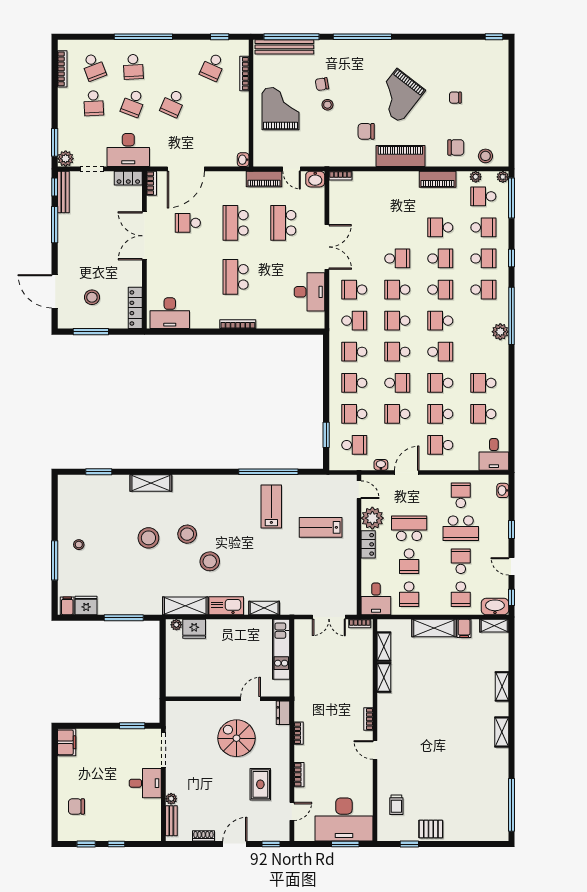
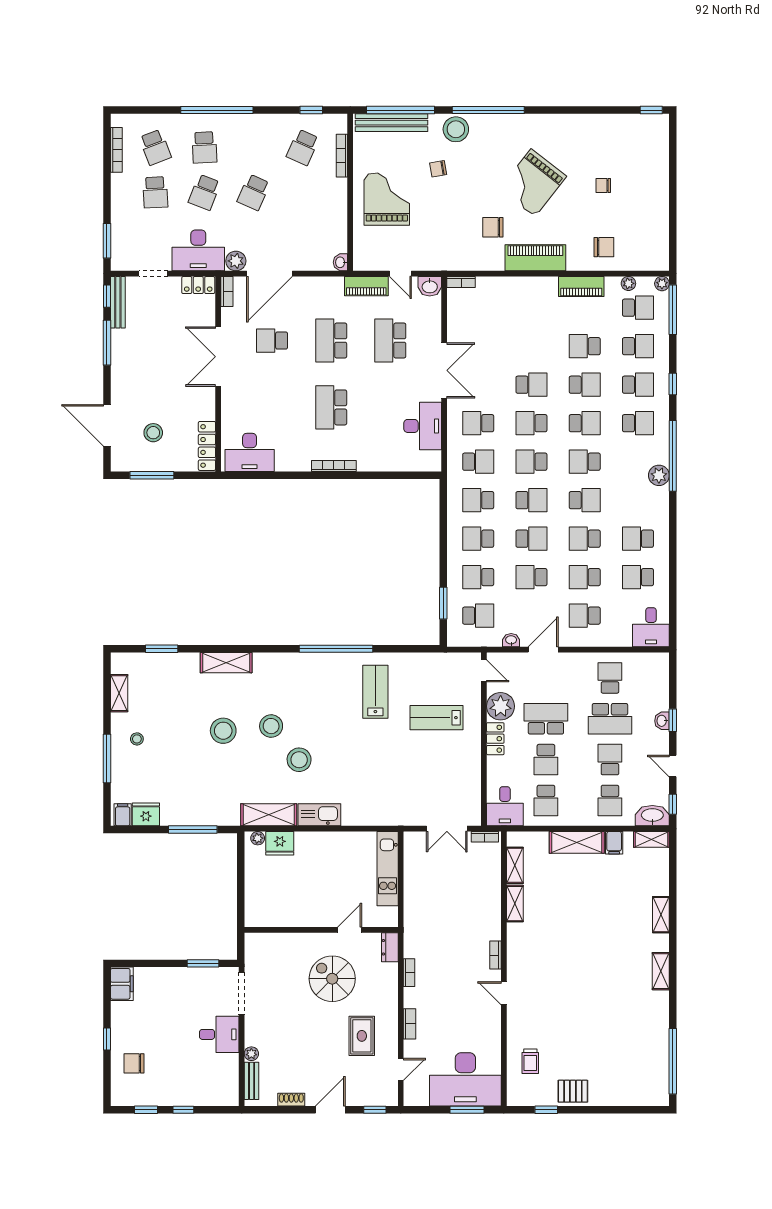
stool: (327, 105) -> (456, 129), moved, width x1.89, depth x1.89
stool: (485, 156) -> (641, 258), removed
plant: (66, 159) -> (236, 261), moved
school desk: (483, 196) -> (638, 308), turned 180
school desk: (397, 352) -> (531, 500), turned 180
window: (268, 472) -> (336, 649), moved
washbasin: (503, 490) -> (662, 721), moved
shelving: (264, 608) -> (119, 693), moved, turned 90
window: (55, 787) -> (107, 1039), added

